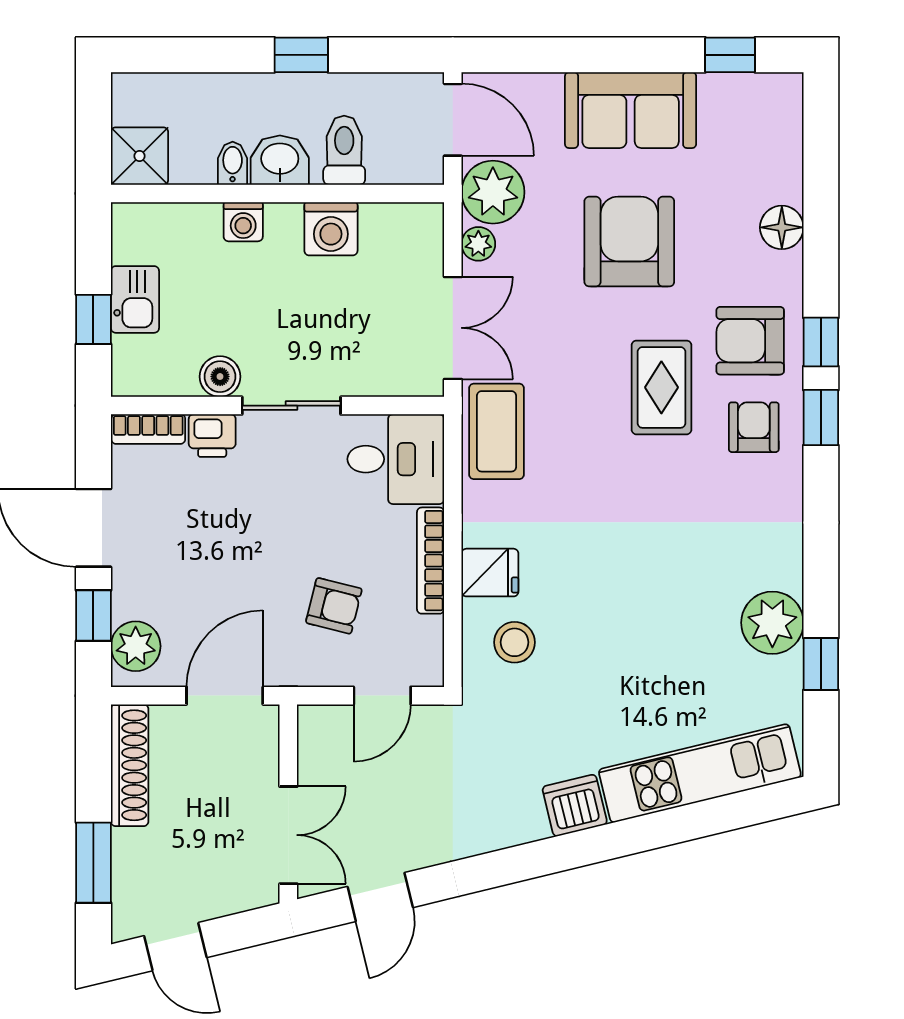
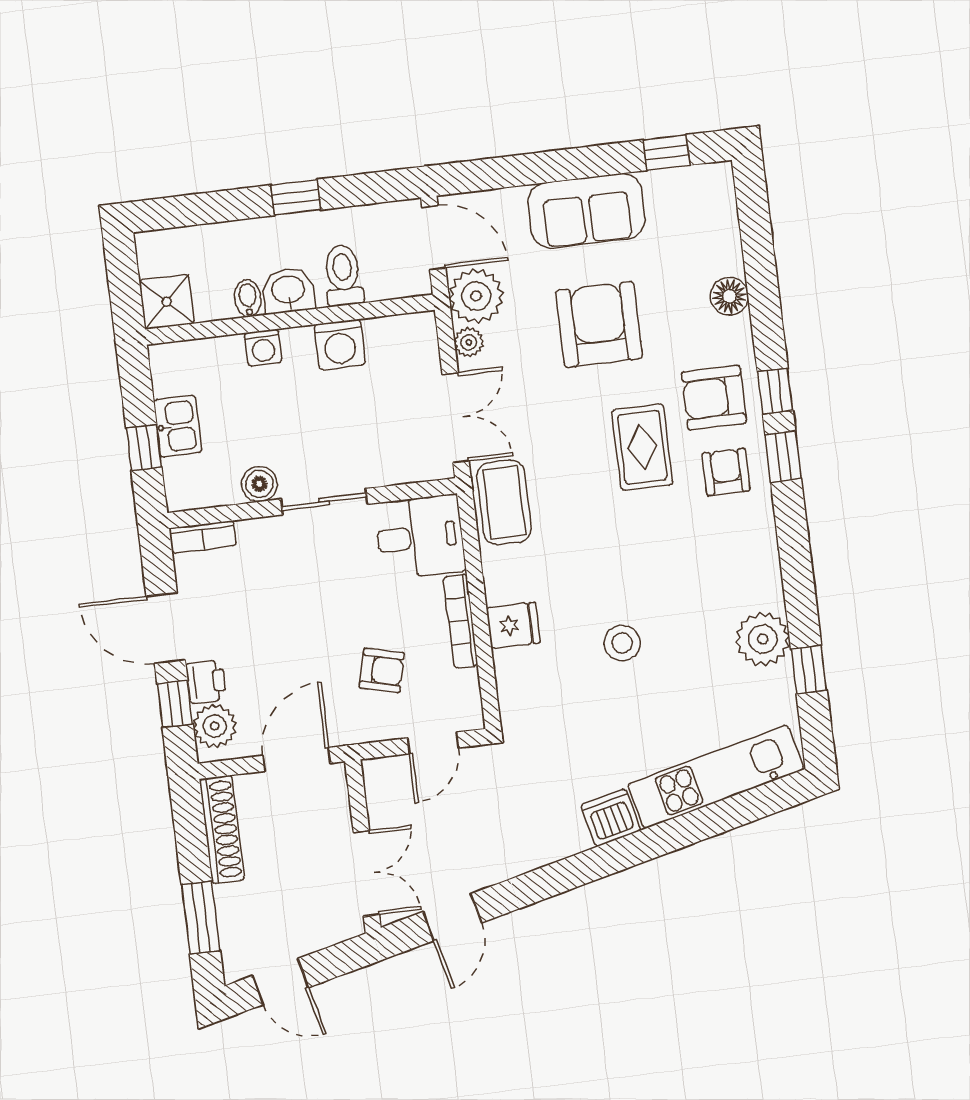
printer: (212, 436) -> (206, 682), moved, turned -90
stool: (515, 642) -> (622, 643), moved

